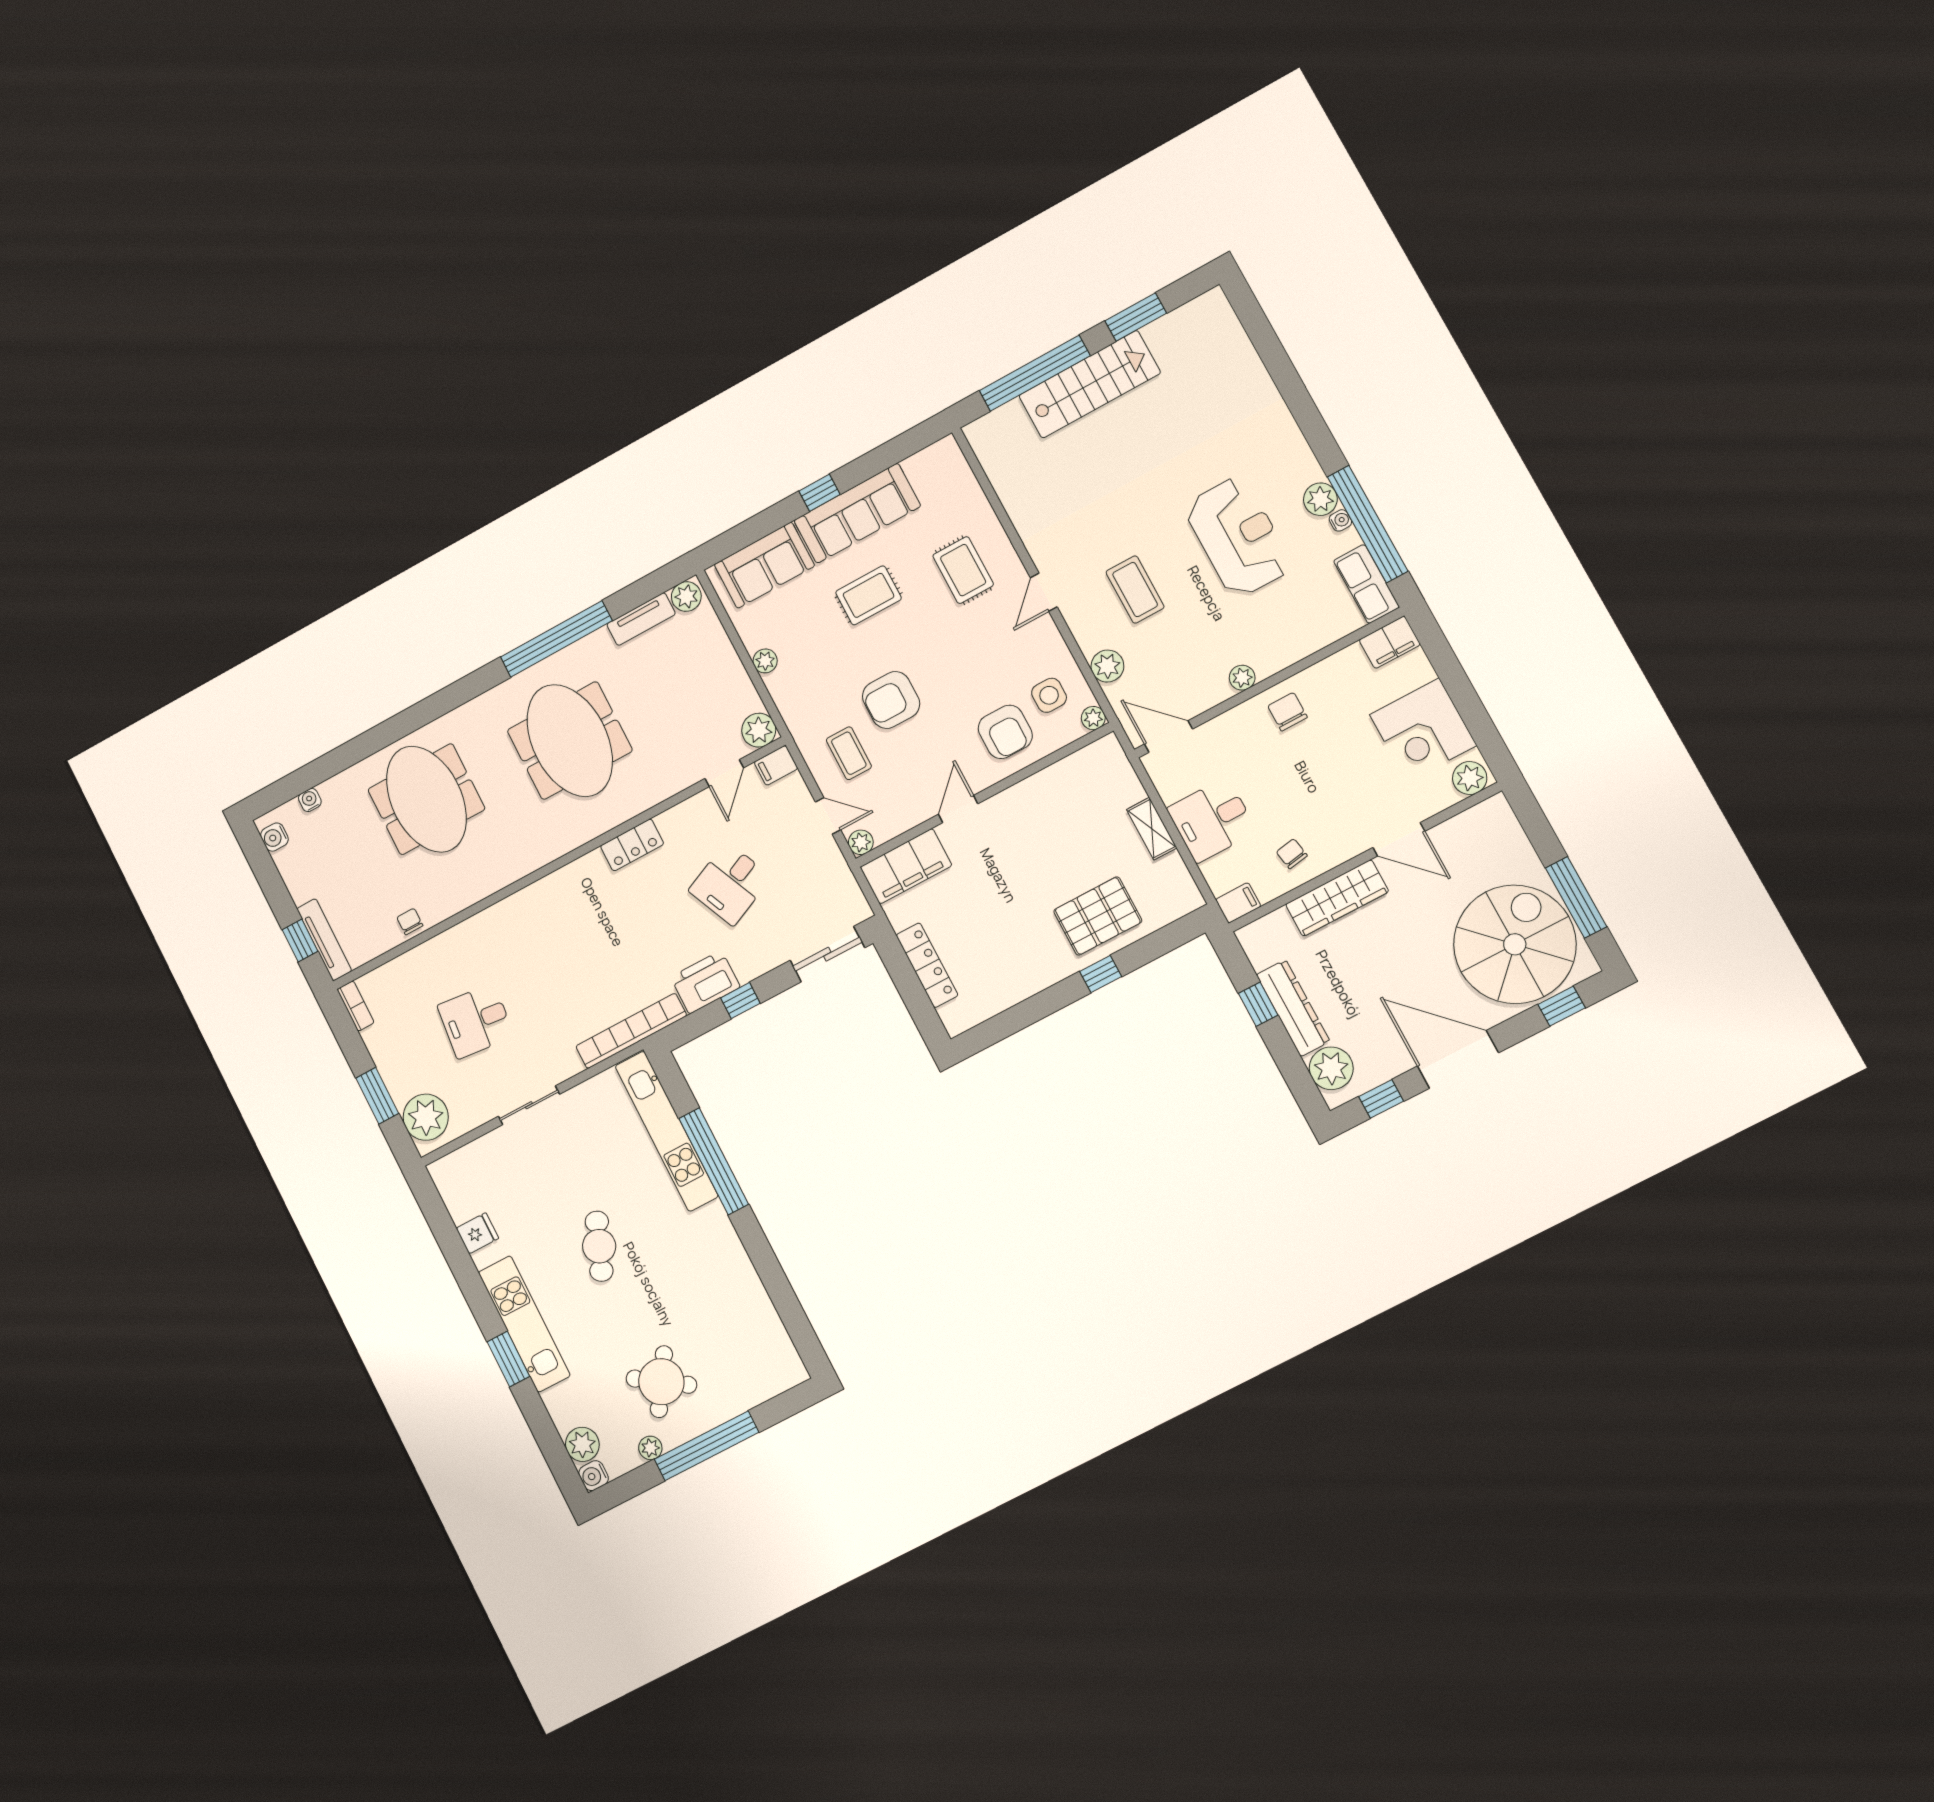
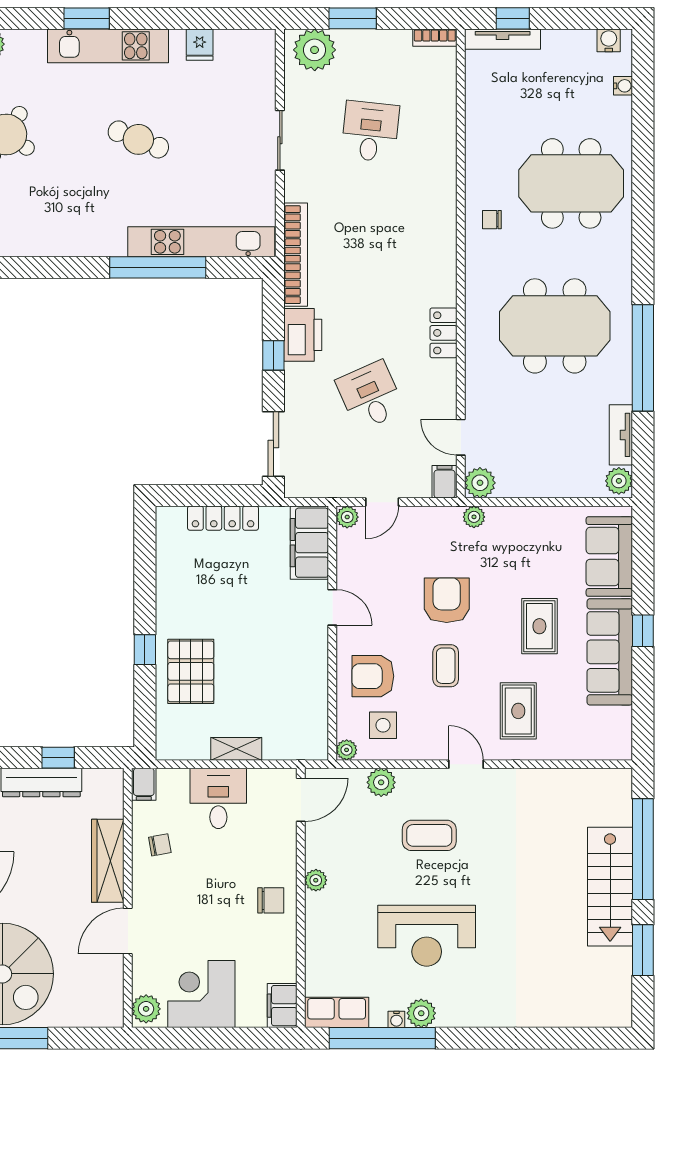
rug: (963, 570) -> (518, 711), turned 90
plant: (765, 661) -> (474, 517), moved
coffee table: (849, 753) -> (446, 666), moved, turned 90
chair: (410, 922) -> (492, 220), moved, turned 180

